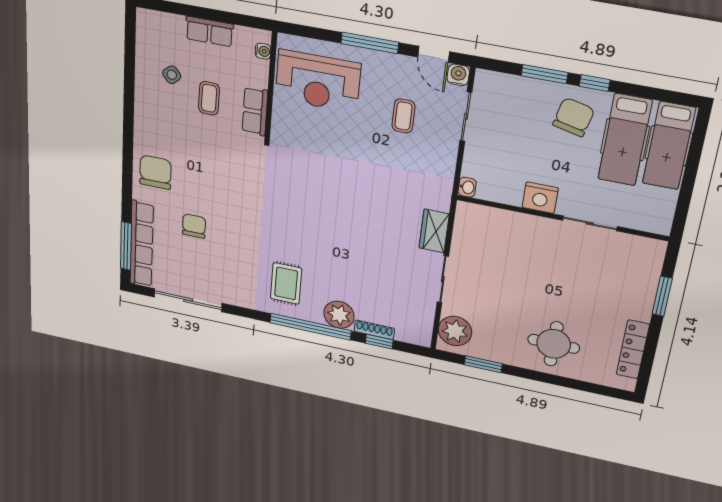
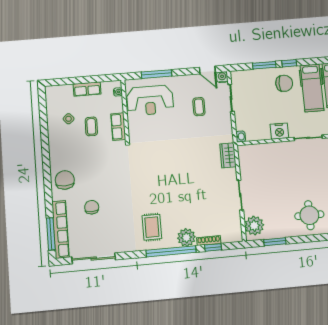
window: (370, 43) -> (156, 74), moved
chair: (574, 117) -> (284, 83), turned 77
wardrobe: (434, 231) -> (228, 155), moved

